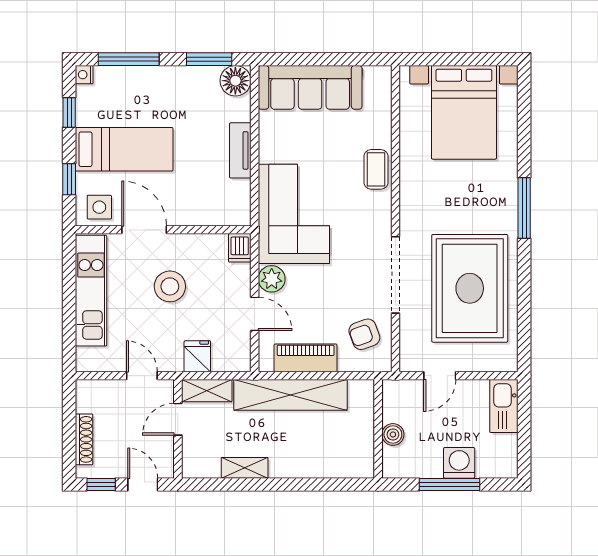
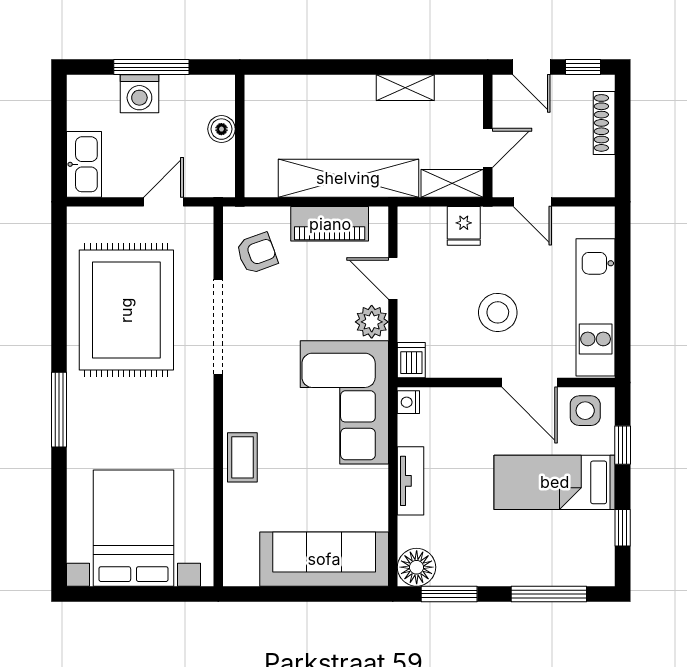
nightstand: (84, 75) -> (408, 402), moved, turned 180

